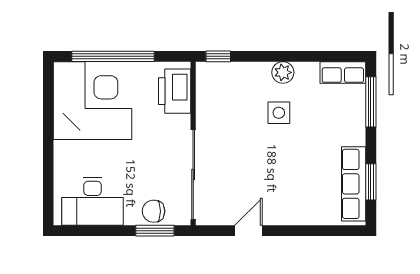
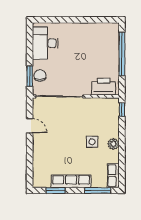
corner desk: (93, 101) -> (98, 43), removed
row of seats: (354, 184) -> (71, 181), moved

